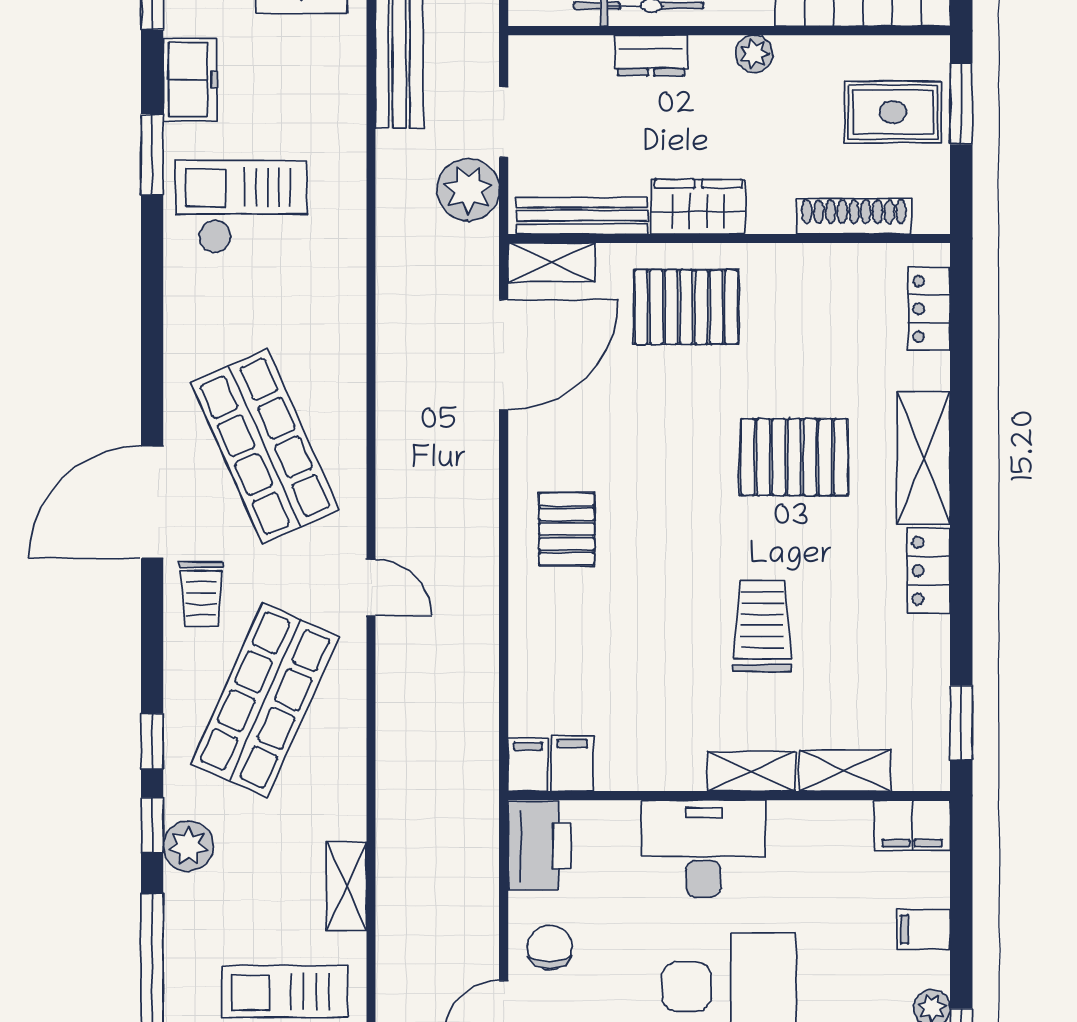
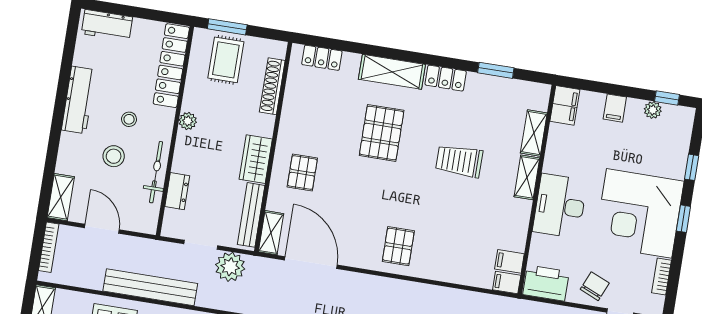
dresser: (651, 55) -> (177, 191), moved
pallet: (686, 307) -> (302, 173), width x0.67, depth x0.71
pallet: (567, 529) -> (398, 246), turned 90
window: (961, 723) -> (496, 70), moved
chair: (550, 947) -> (595, 286), turned 113

